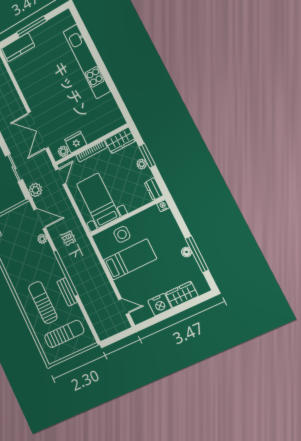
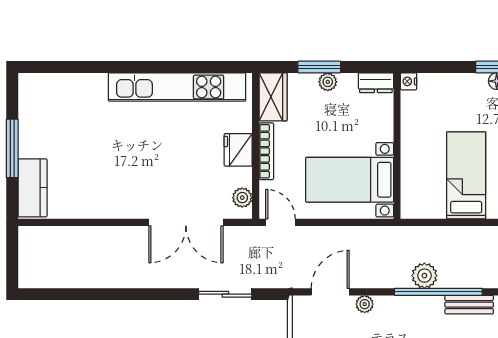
kitchen unit: (87, 61) -> (177, 87), moved
fridge: (76, 142) -> (238, 150), moved
plant: (35, 190) -> (424, 276), moved
side table: (122, 234) -> (421, 168), removed

